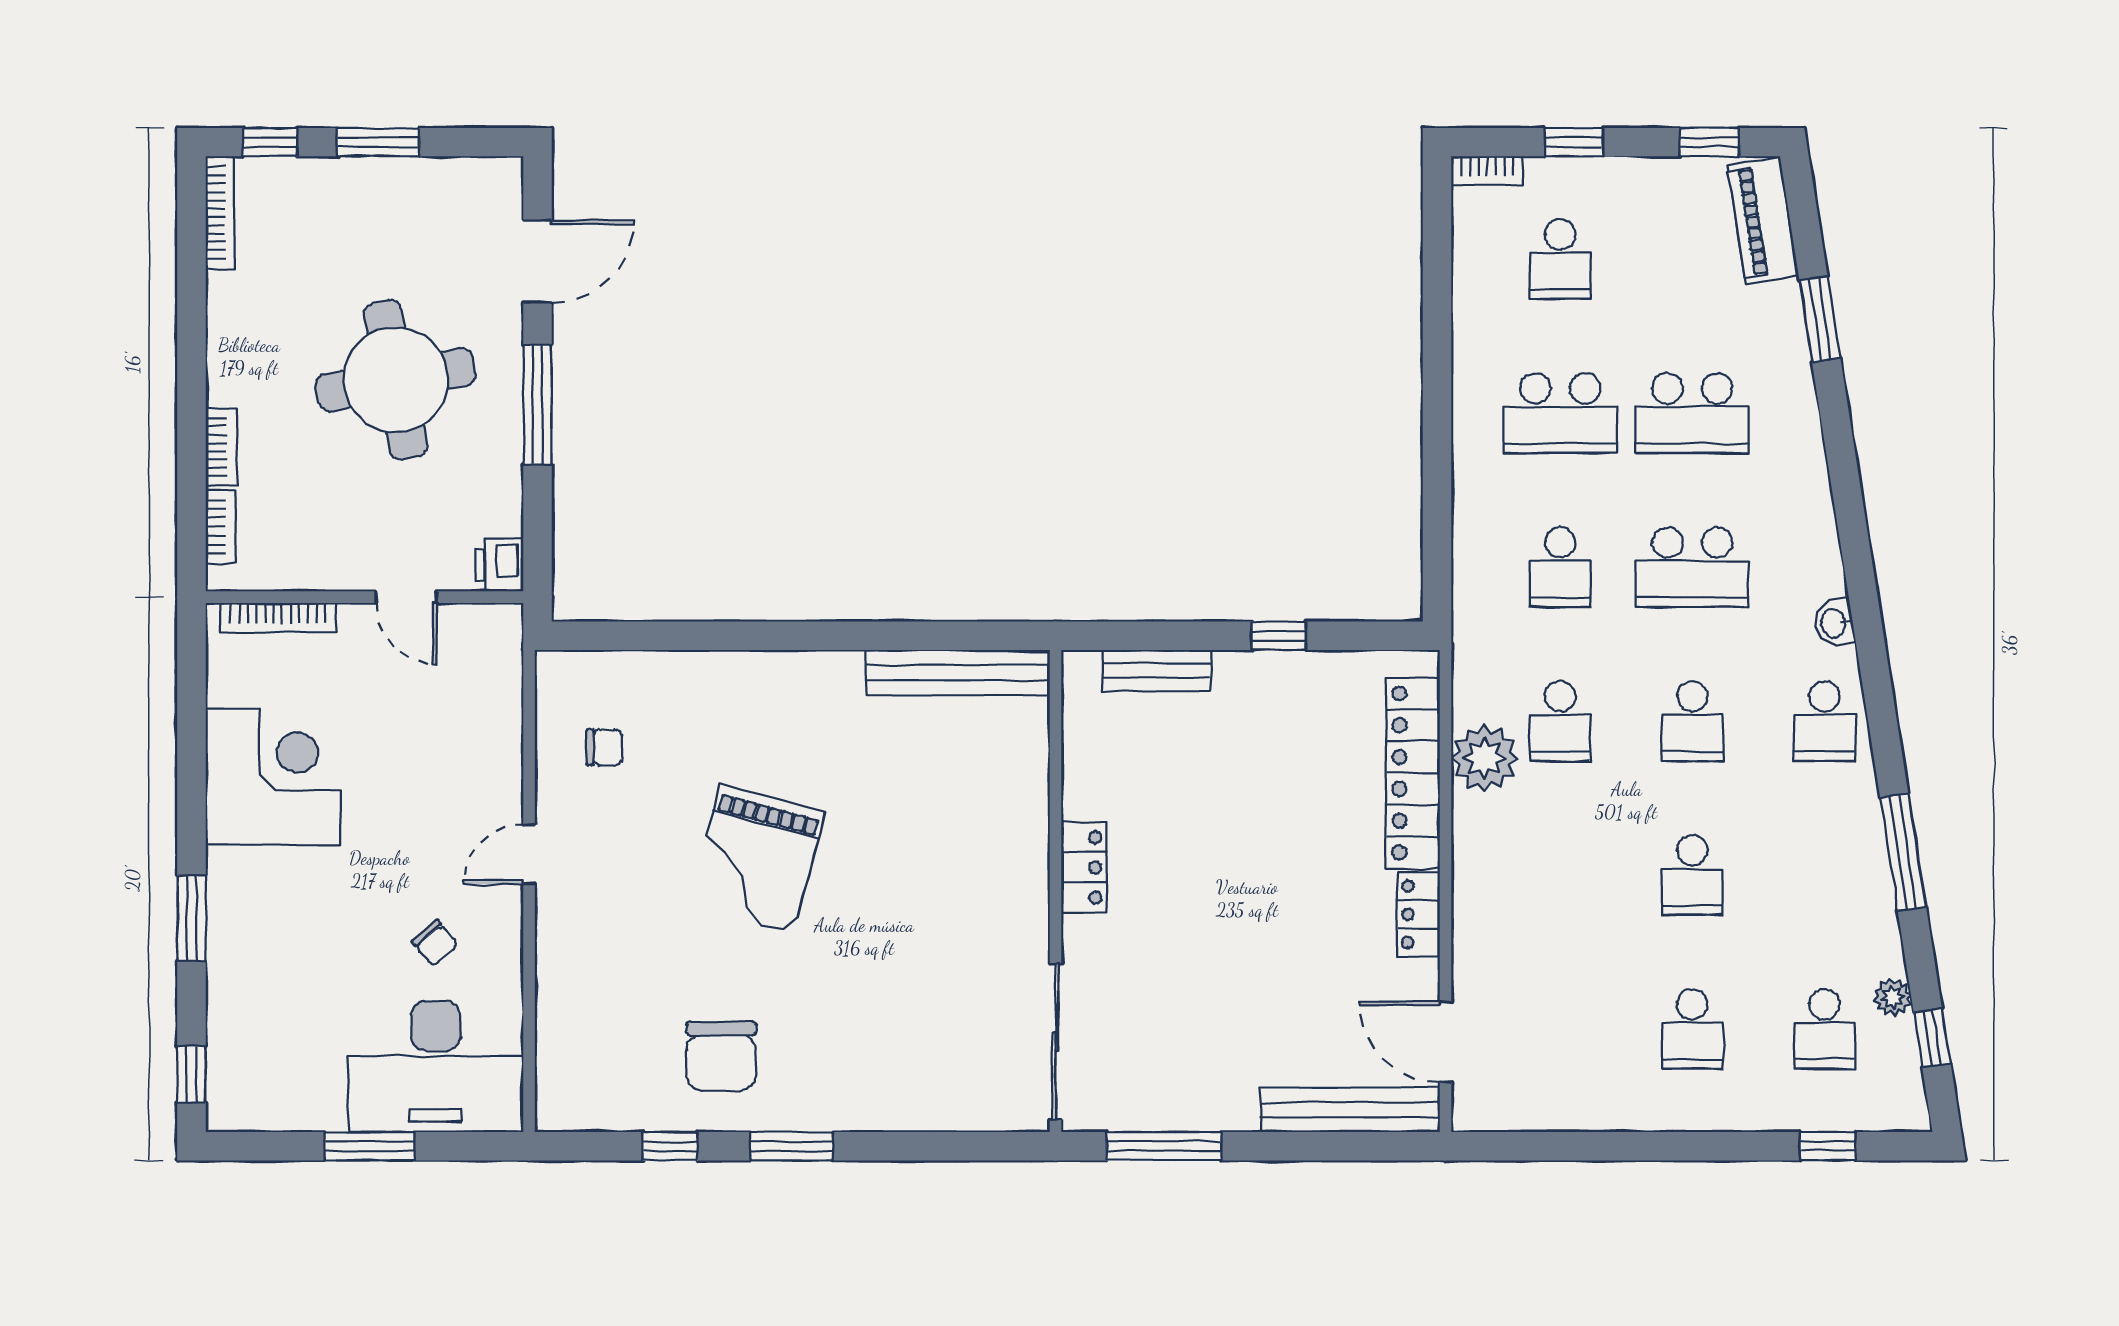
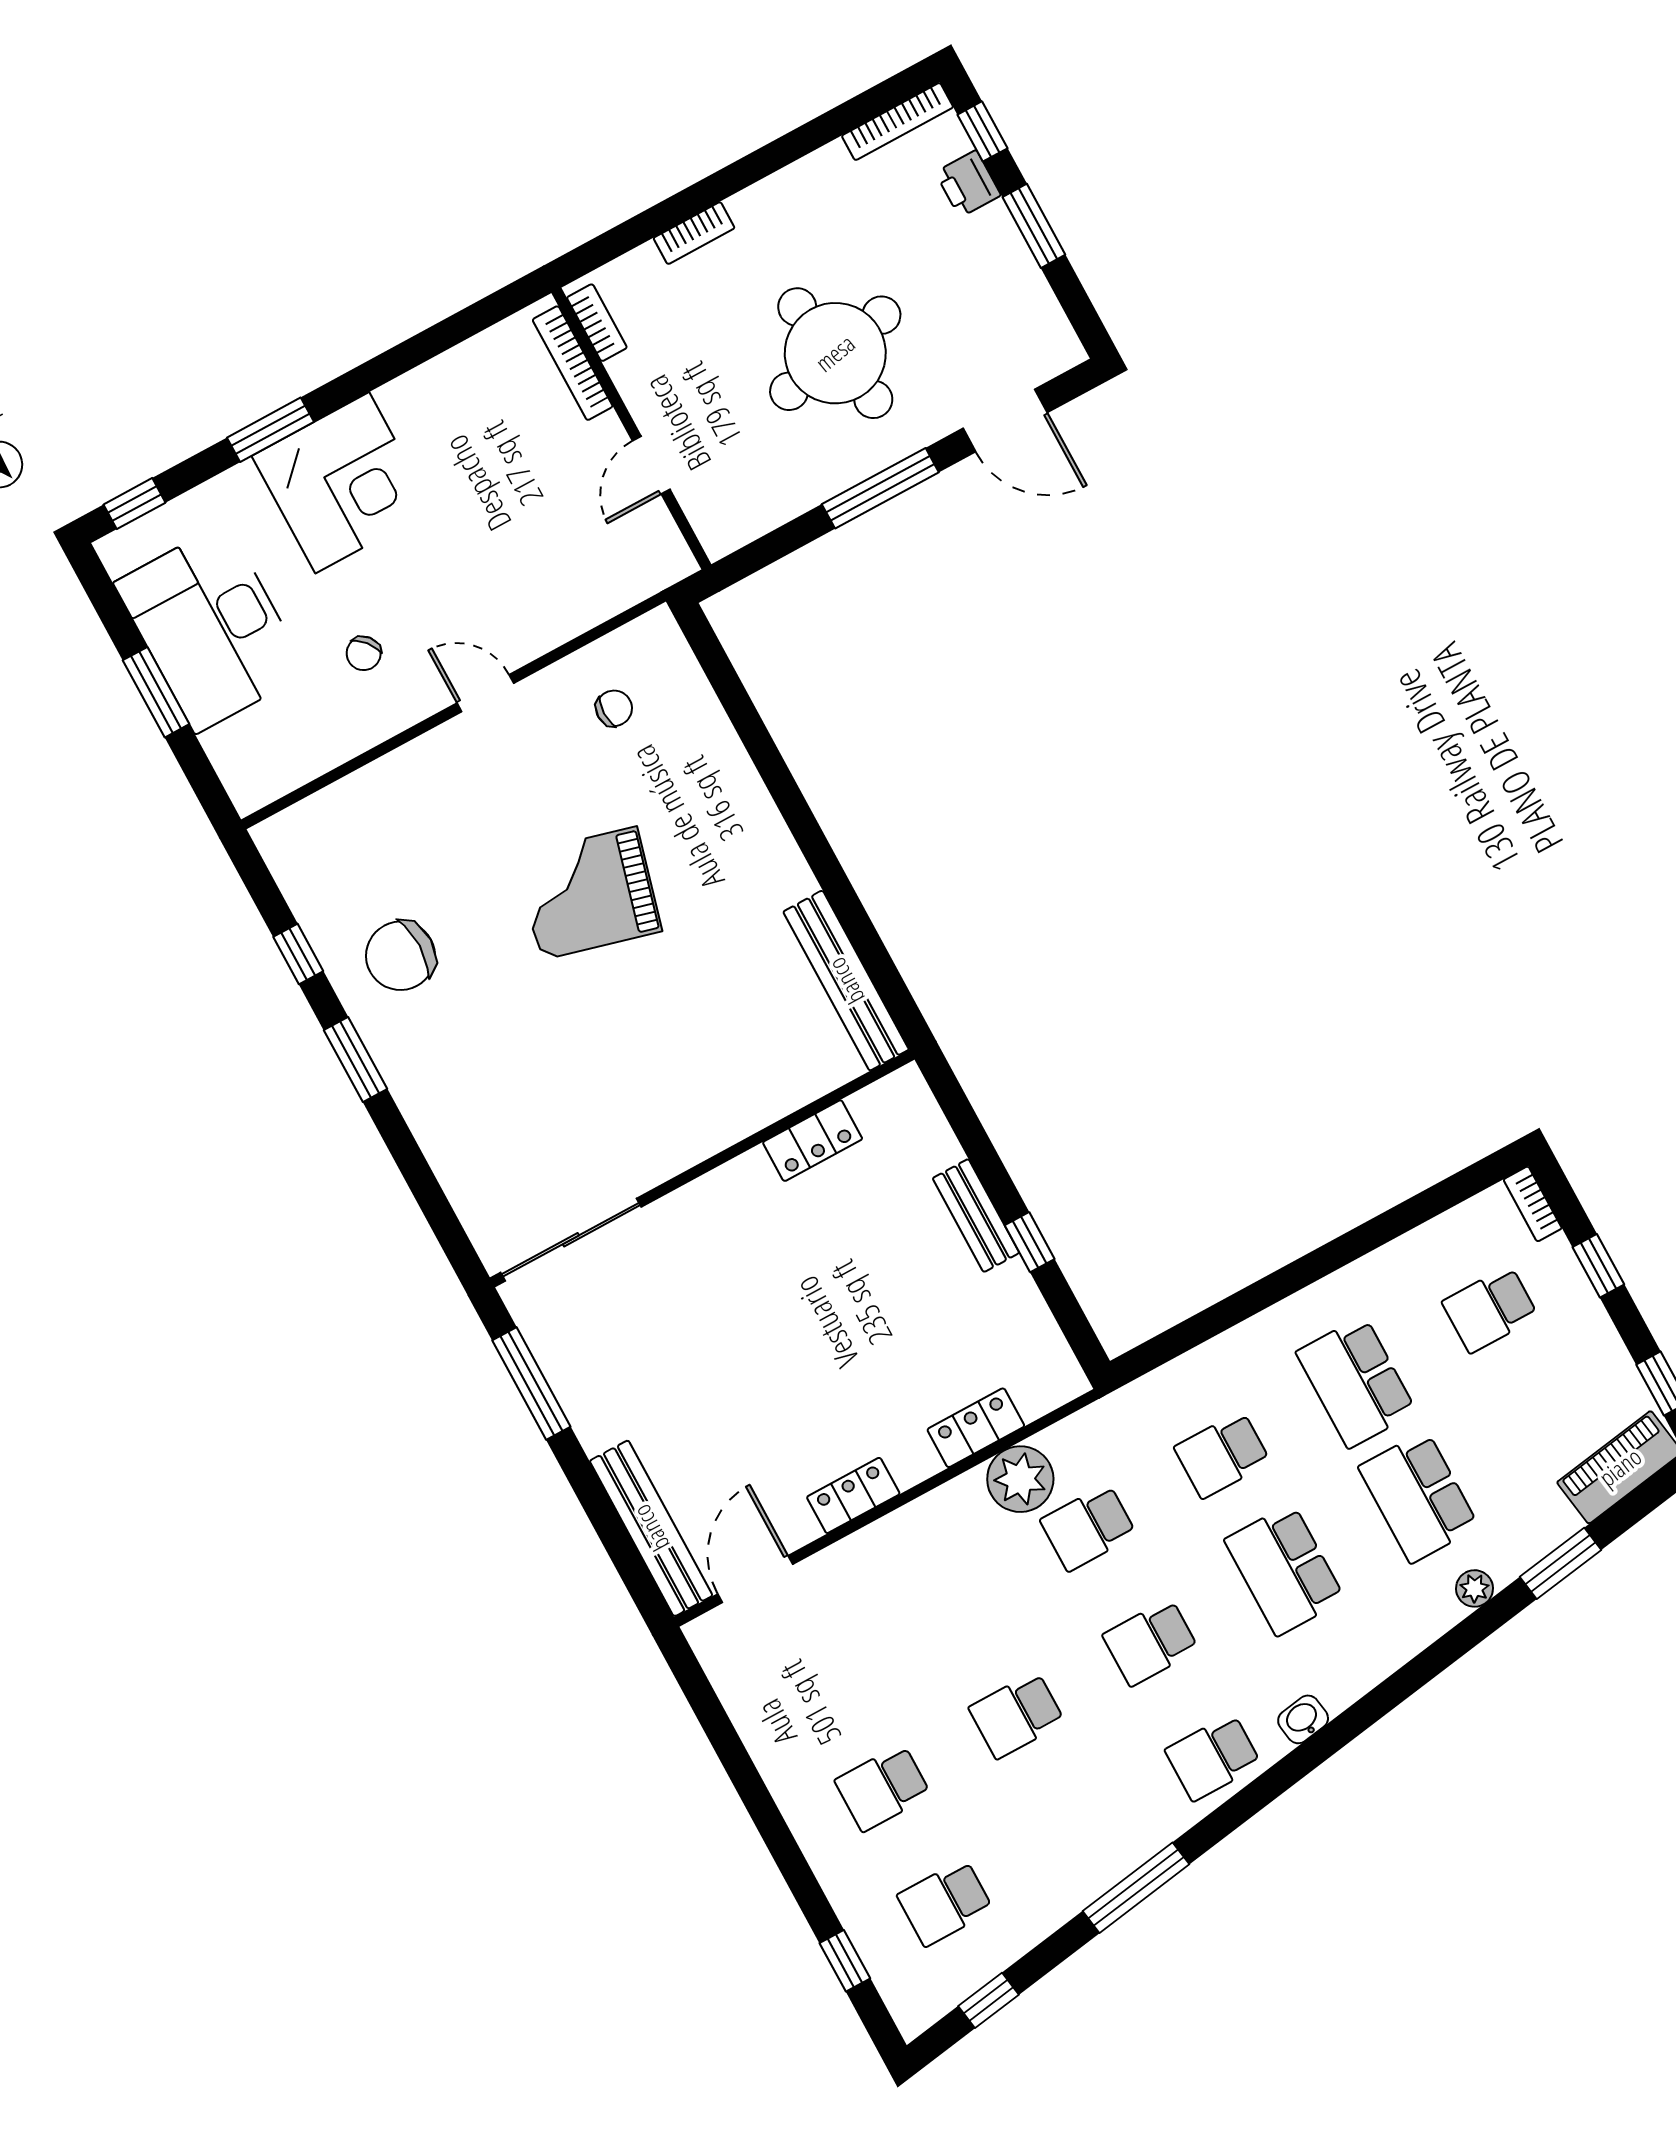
bookcase: (220, 527) -> (597, 323), moved, turned -90
printer: (499, 565) -> (968, 184), moved, turned -90
bench: (1156, 671) -> (976, 1216), moved
chair: (604, 747) -> (614, 708), turned -90
locker: (1413, 773) -> (976, 1428), width x0.46, depth x0.83
corner desk: (273, 777) -> (342, 483), moved
locker: (1084, 867) -> (813, 1141), moved
plant: (1893, 997) -> (1474, 1588), moved
desk: (436, 1066) -> (211, 628), moved

